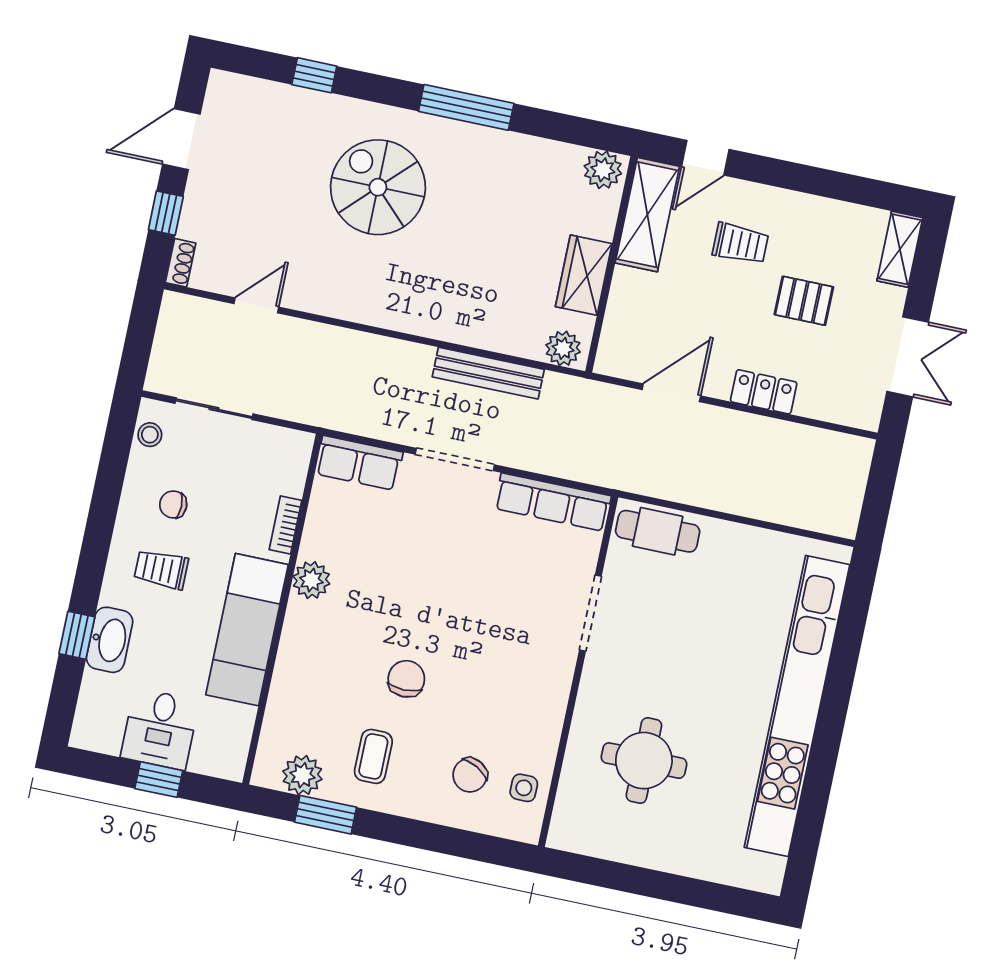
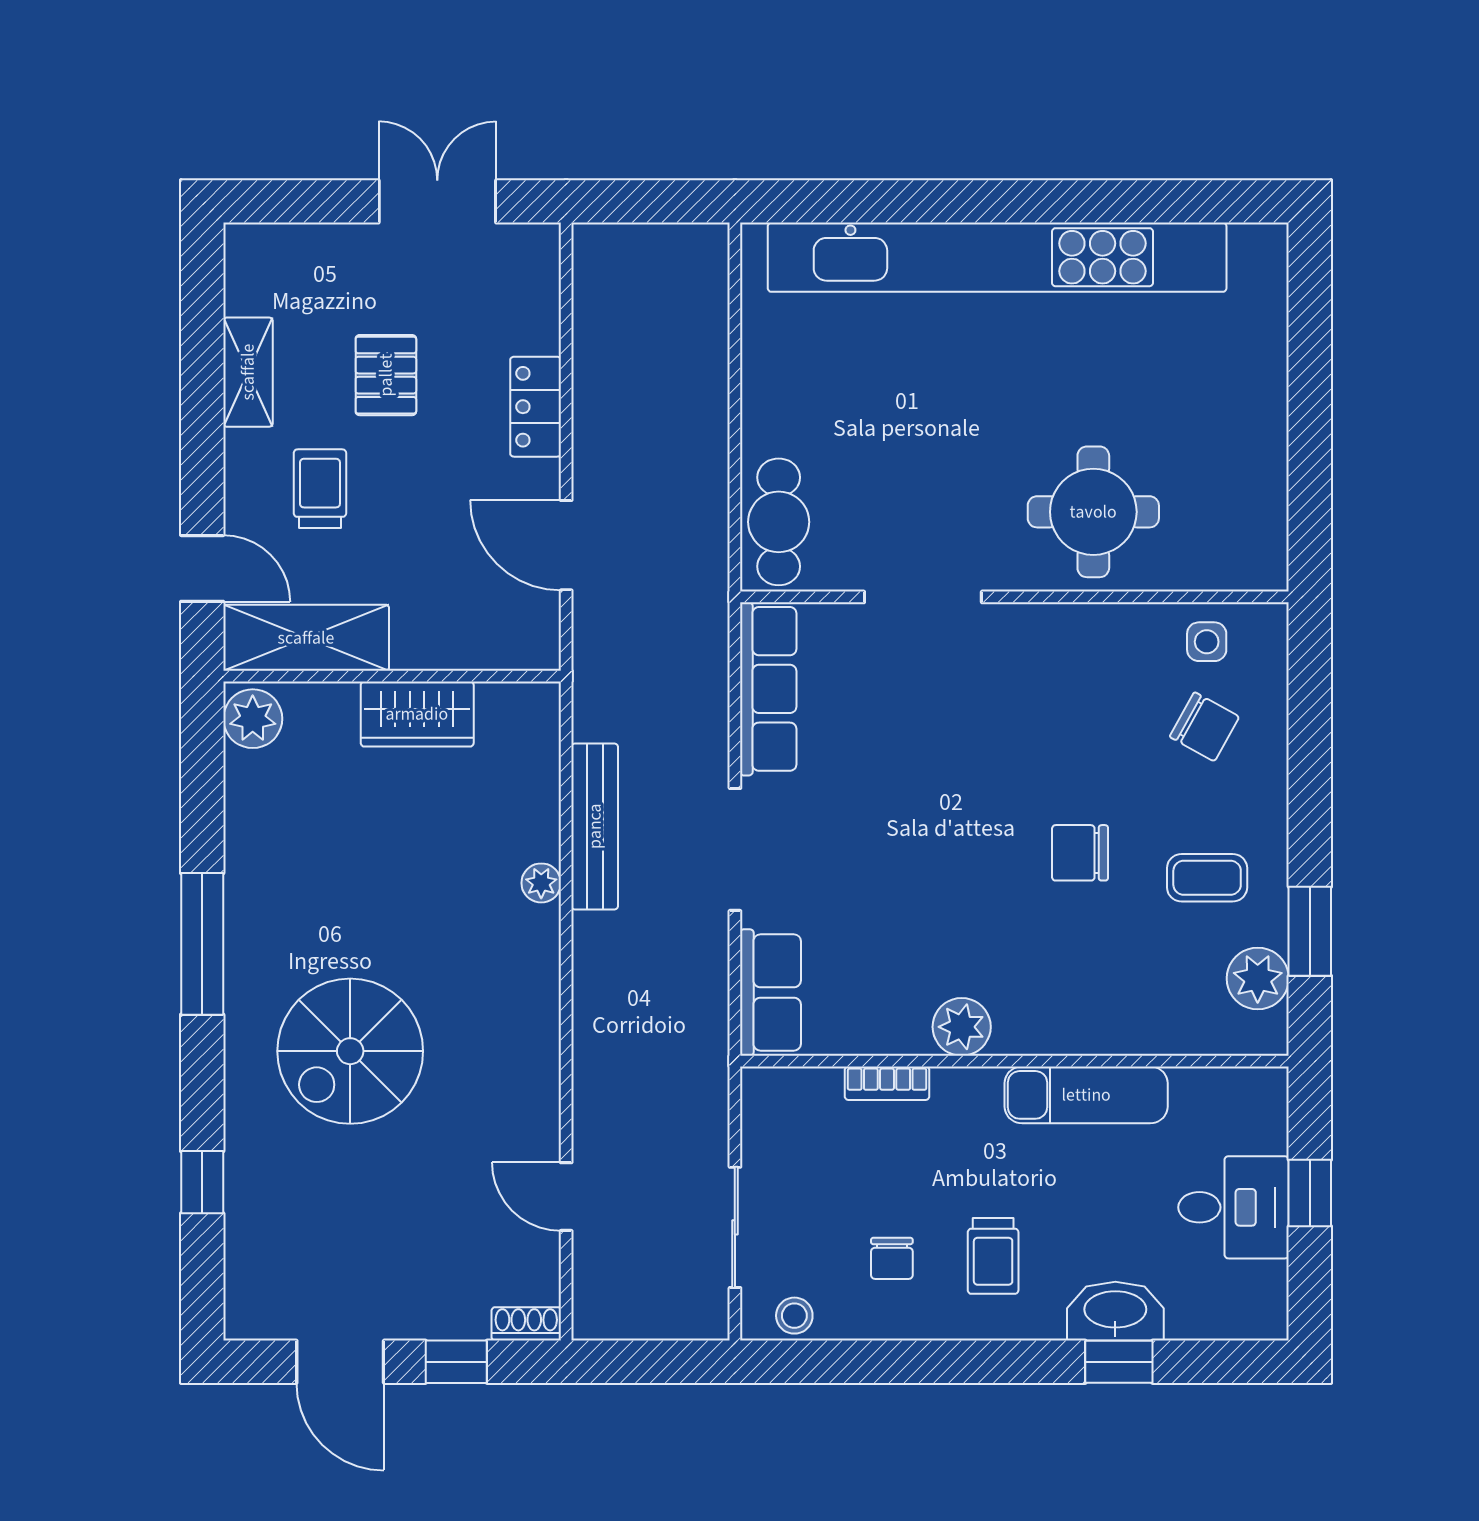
shelving: (900, 249) -> (248, 372), moved, turned 90
plant: (563, 348) -> (541, 883), moved, width x0.73, depth x0.73
exam couch: (247, 630) -> (1086, 1095), width x0.73, depth x0.69
round table: (644, 761) -> (1093, 512), moved

